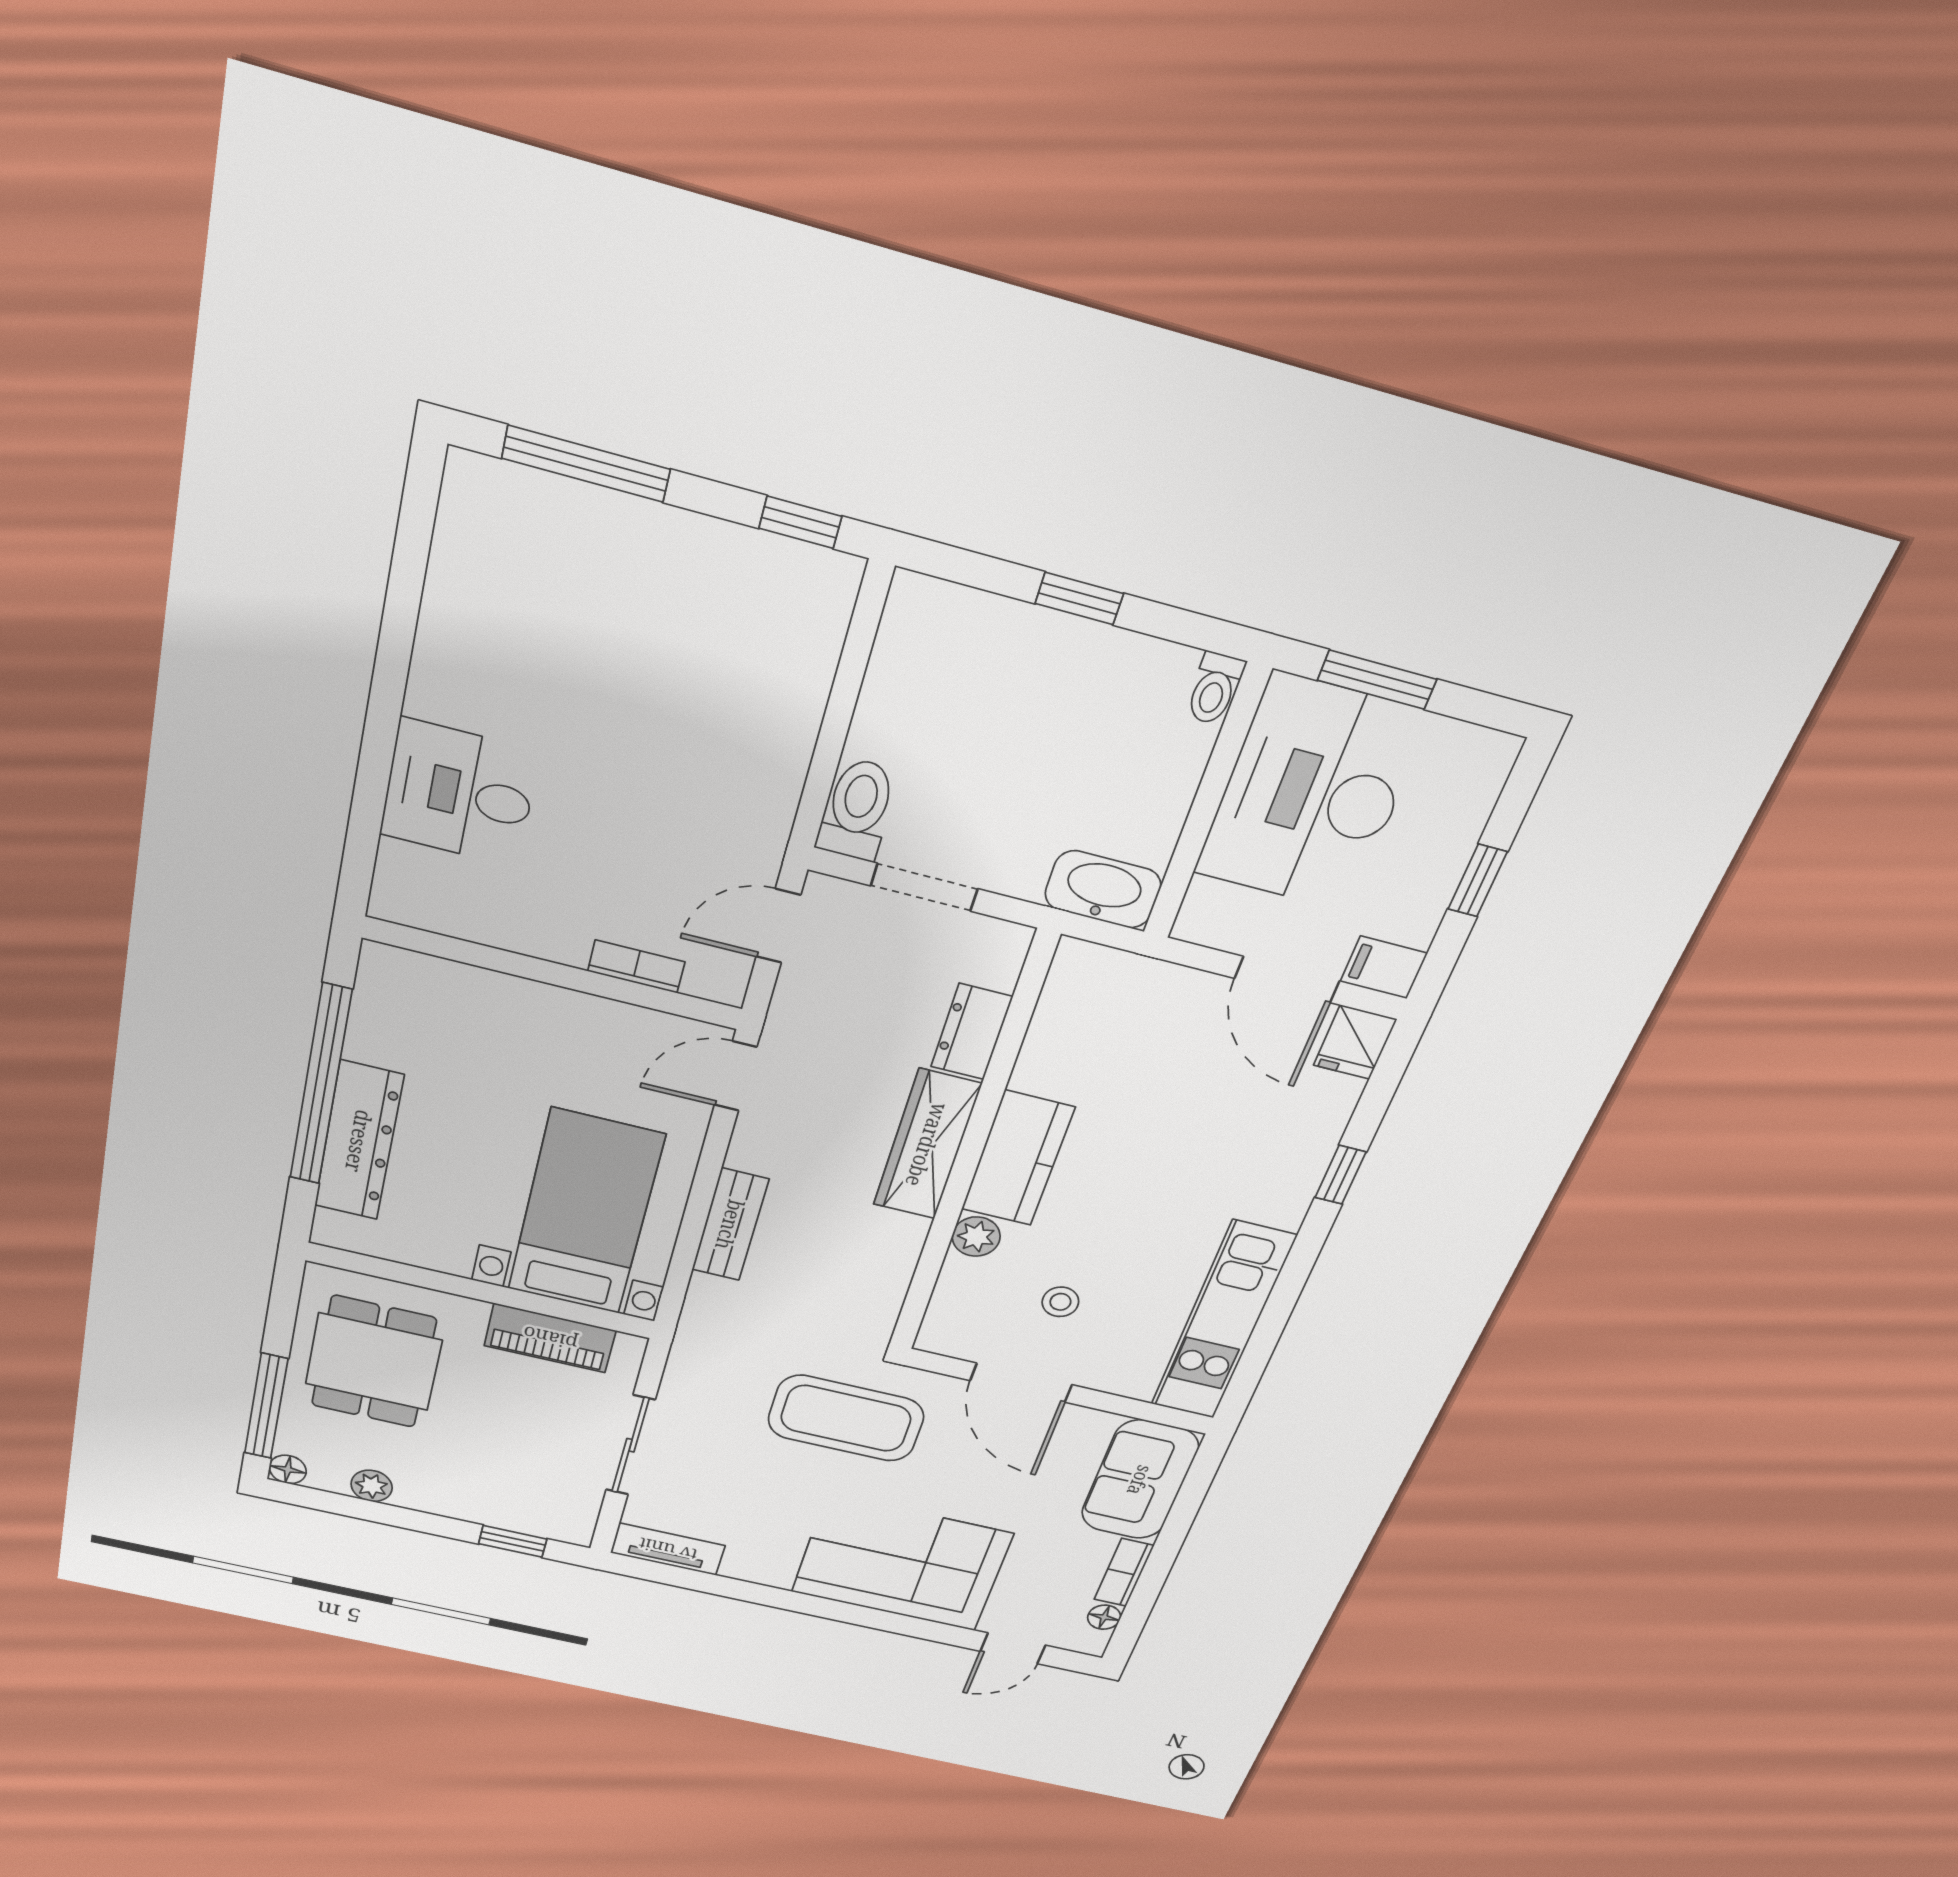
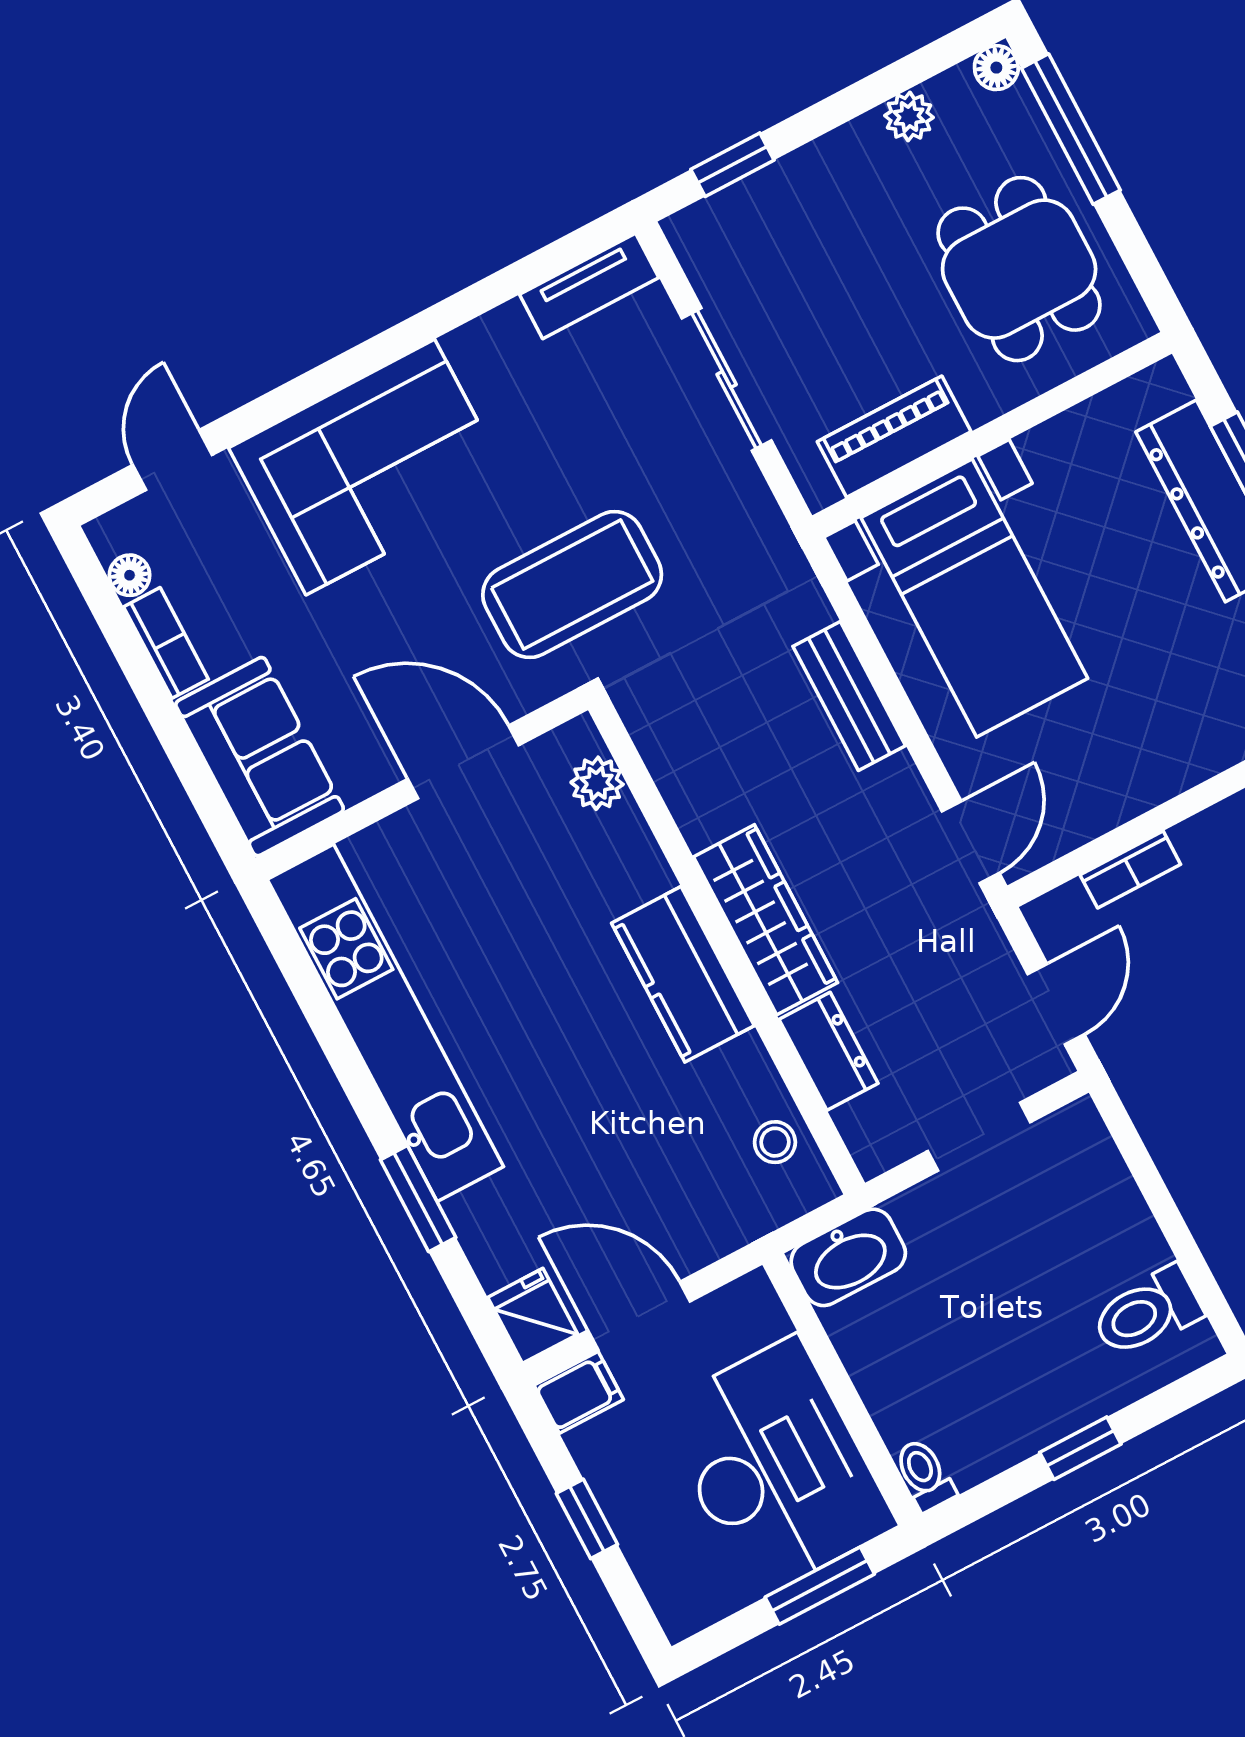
toilet: (857, 809) -> (1147, 1312), moved, turned 90
window: (1340, 1175) -> (418, 1199), width x1.50
plant: (976, 1237) -> (597, 783), moved
stool: (1060, 1302) -> (775, 1142), moved
kitchen unit: (1223, 1321) -> (385, 1023), width x1.36

